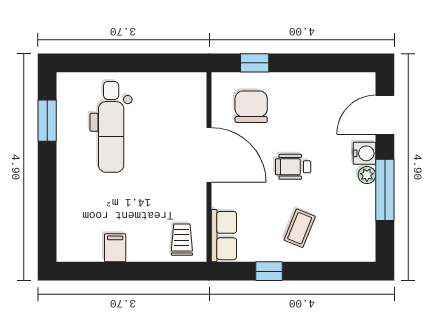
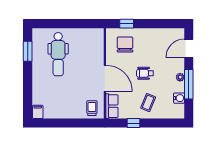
water cooler: (365, 153) -> (179, 98), moved
door: (209, 155) -> (105, 78), moved
filing cabinet: (115, 248) -> (38, 112), moved

